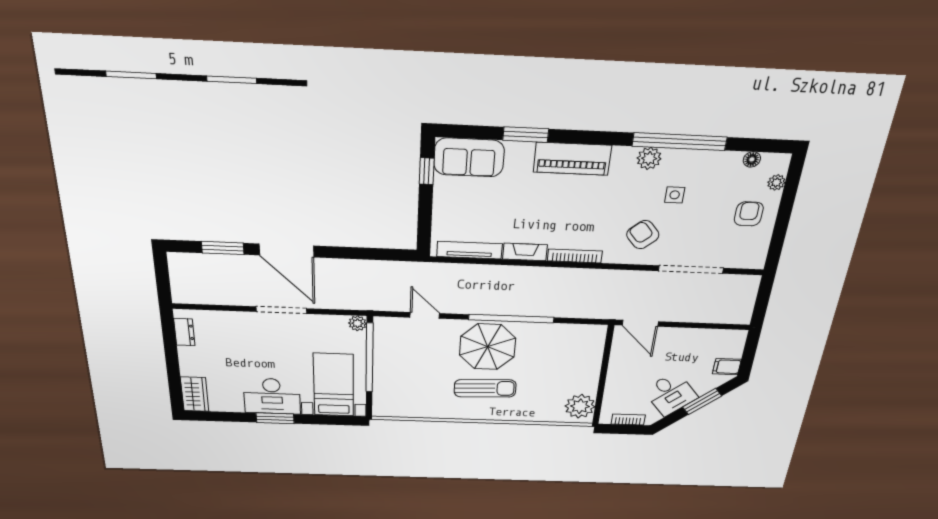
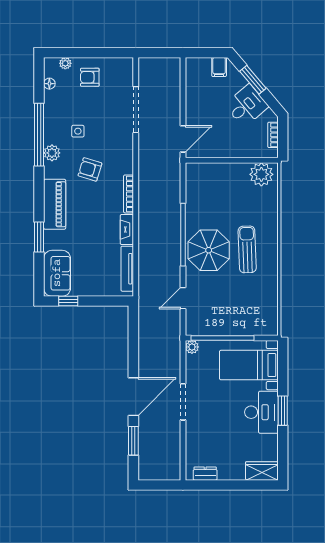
armchair: (643, 235) -> (90, 169), moved, turned 58

